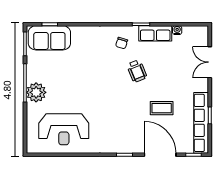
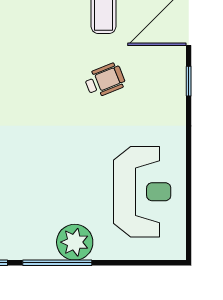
wheelchair: (137, 71) -> (105, 80), moved

